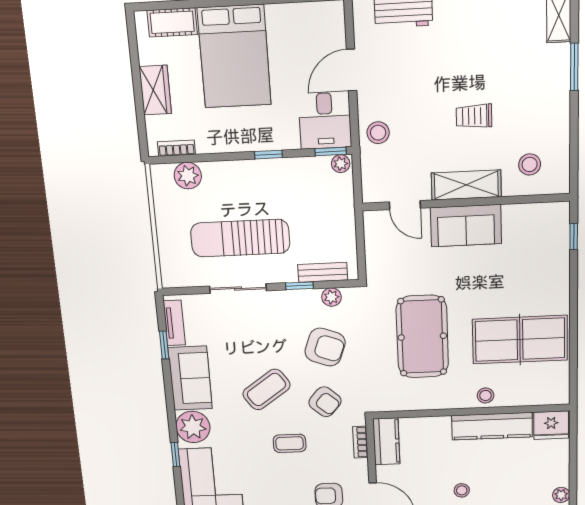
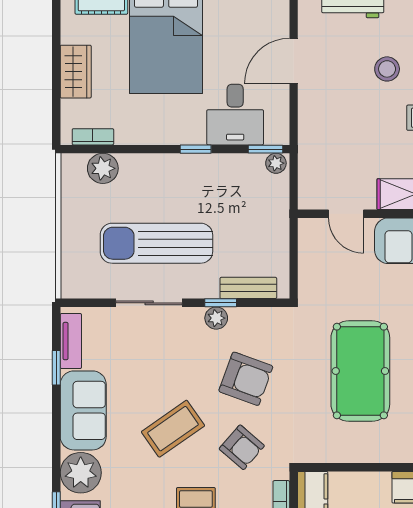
desk: (325, 121) -> (235, 115), moved
stool: (378, 133) -> (387, 69), moved
plant: (331, 297) -> (216, 318), moved

